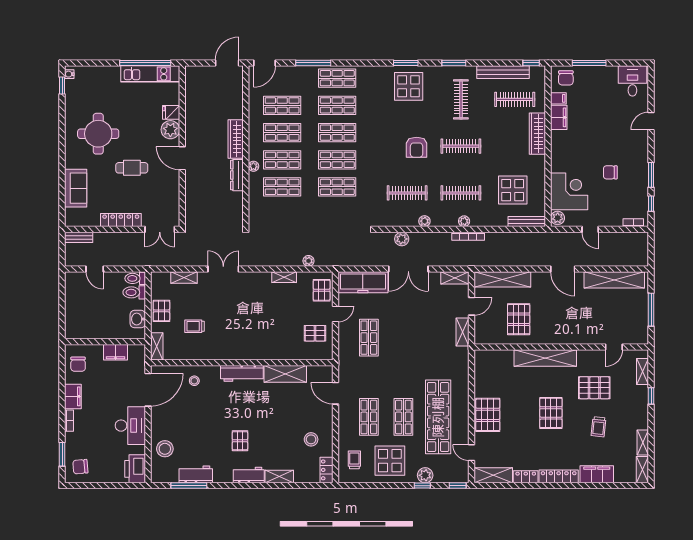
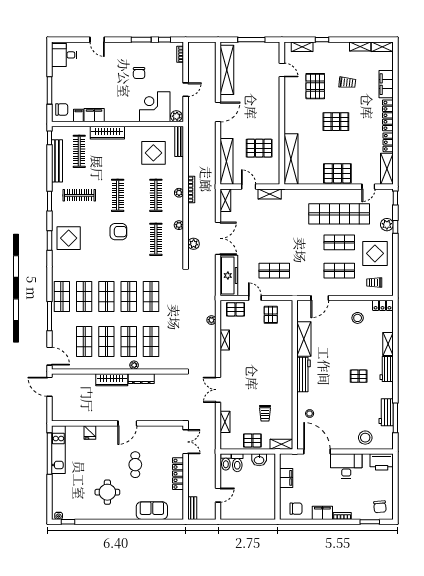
plant: (170, 130) -> (104, 433), removed
round table: (98, 134) -> (107, 492), width x0.73, depth x0.73
shelving: (545, 358) -> (291, 159), moved

